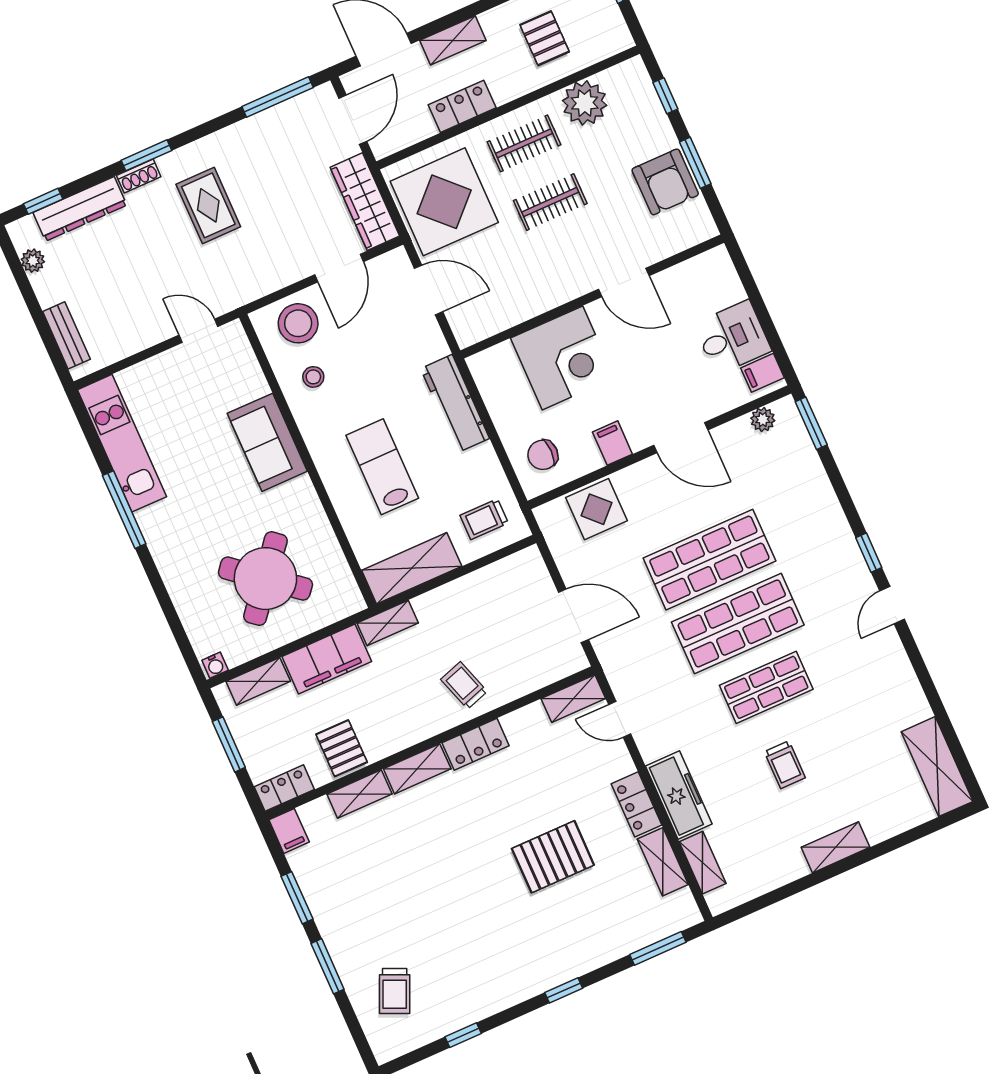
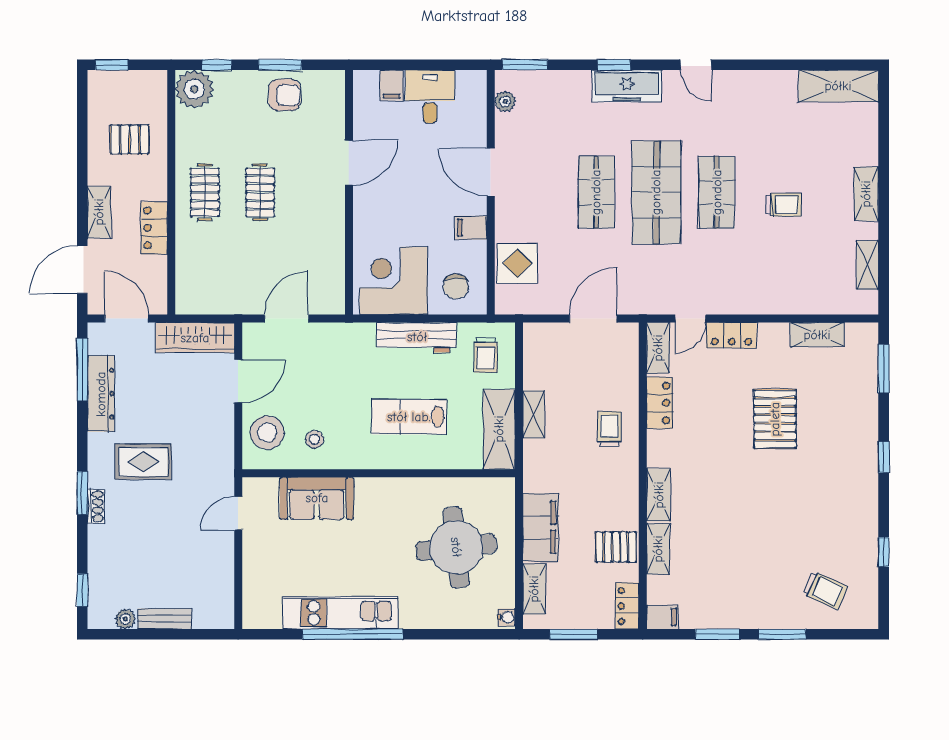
plant: (585, 103) -> (194, 89), moved
armchair: (665, 182) -> (284, 95), width x0.72, depth x0.72
display table: (444, 202) -> (223, 275), removed
dresser: (80, 209) -> (101, 394), moved
door: (339, 268) -> (238, 381), hinge flipped
bench: (66, 335) -> (165, 619), moved
corner desk: (562, 358) -> (394, 281), moved, turned -90
filing cabinet: (762, 373) -> (392, 85), moved
workbench: (455, 403) -> (417, 337), moved
door: (681, 438) -> (491, 172), swing flipped
sofa: (267, 442) -> (317, 498), moved
kitchen unit: (122, 443) -> (340, 613), moved
window: (124, 510) -> (353, 634), width x1.46
window: (869, 553) -> (614, 65), moved
shop shelf: (709, 560) -> (596, 192), width x0.70, depth x0.74
round table: (265, 579) -> (456, 547), turned 45
shelving: (388, 623) -> (534, 414), moved
trolley: (464, 685) -> (609, 429), turned 108
locker: (476, 744) -> (660, 403), moved
freezer: (679, 795) -> (627, 86), moved, turned 180
locker: (636, 804) -> (732, 335), moved
shelving: (703, 863) -> (867, 265), moved, turned 90

